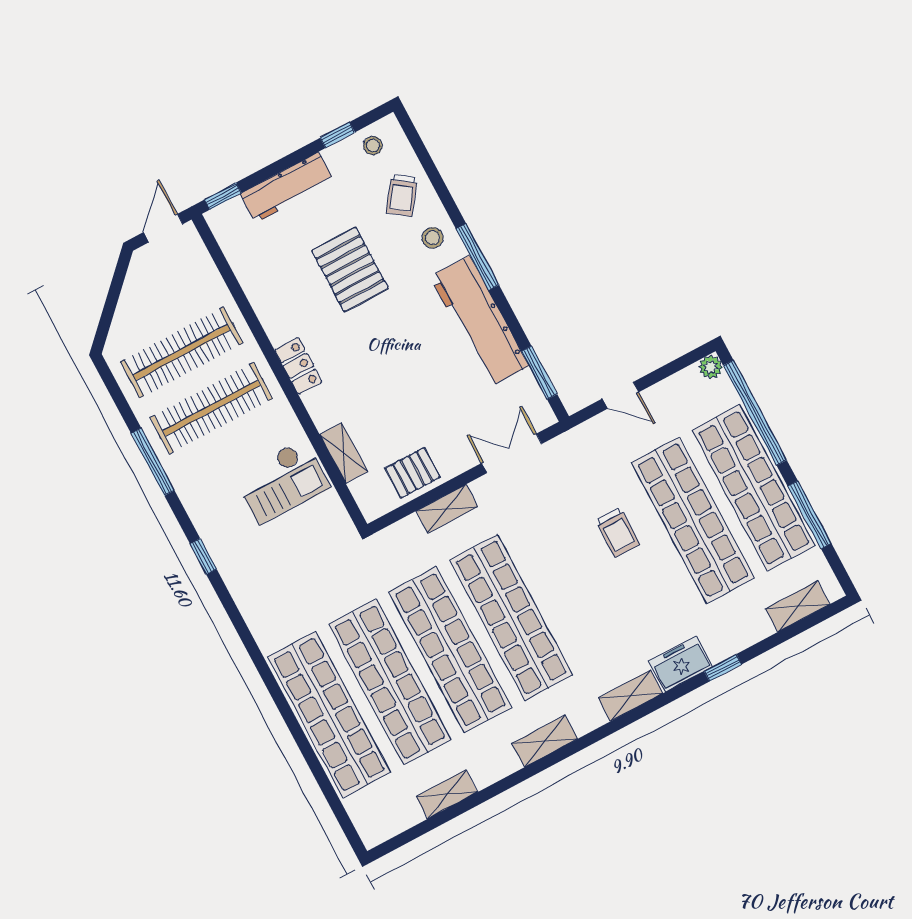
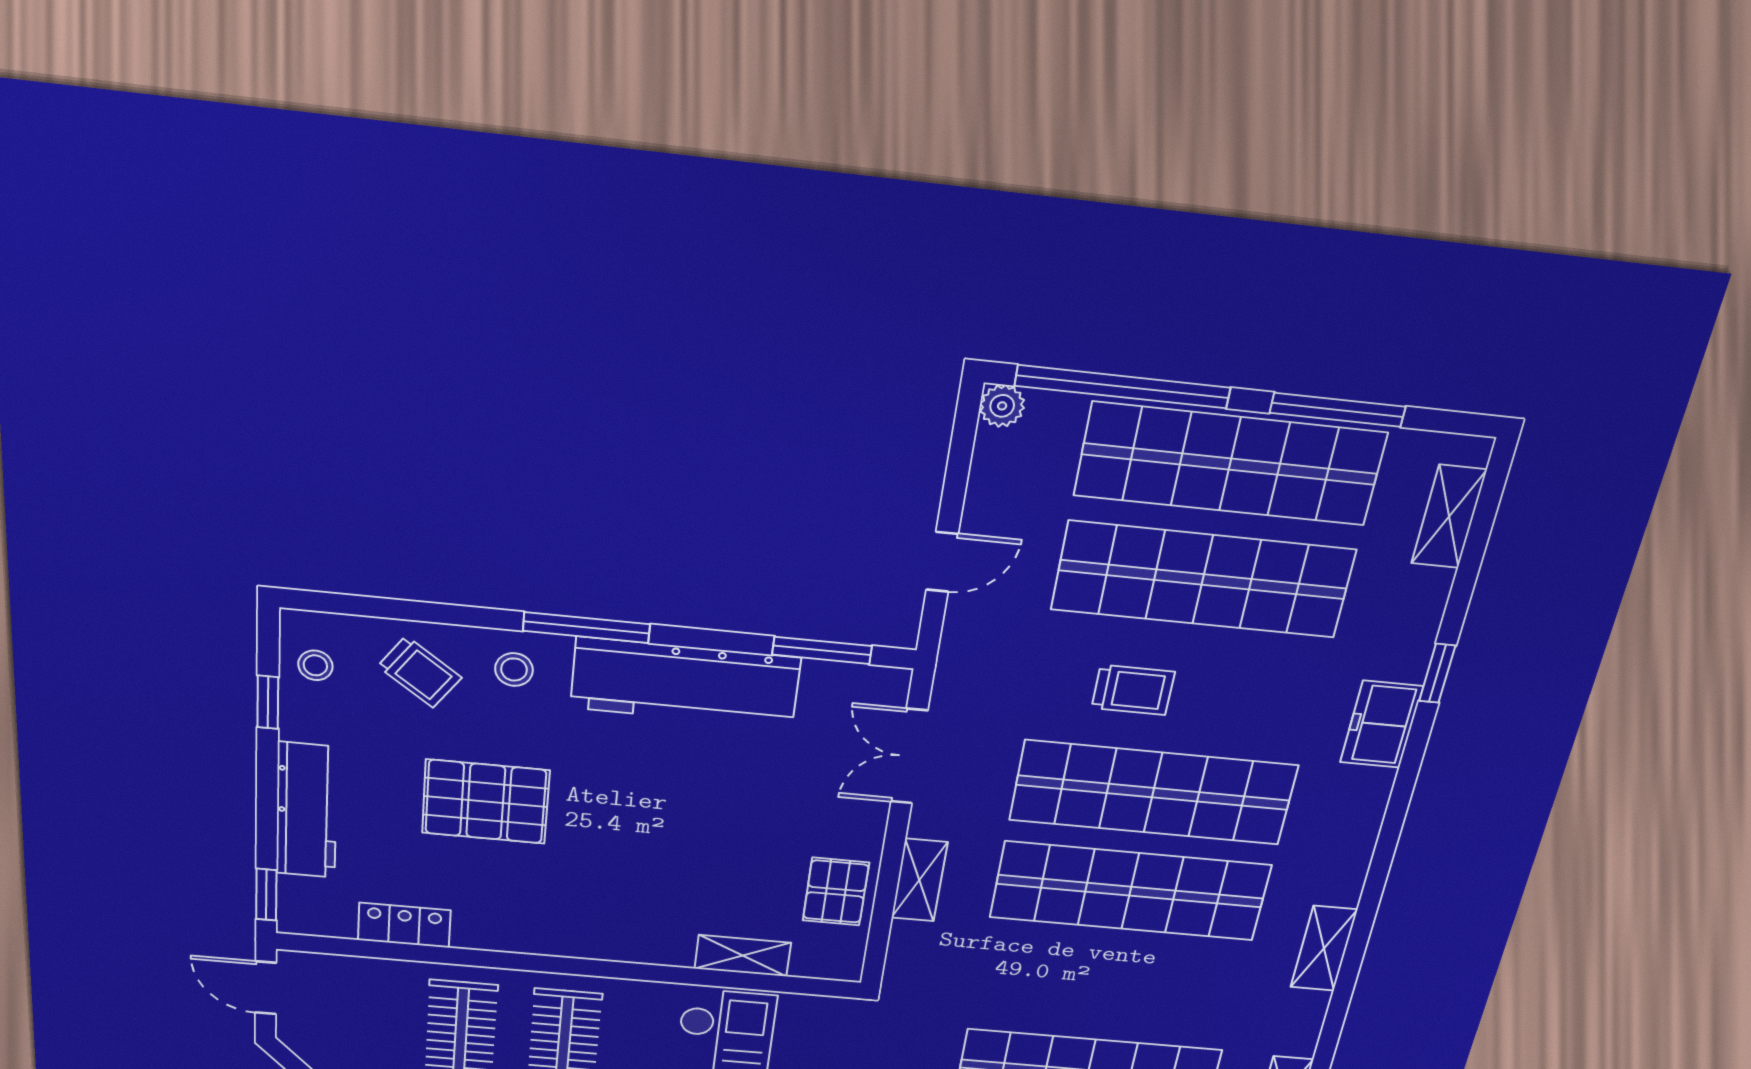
locker: (298, 366) -> (404, 925), moved
shop shelf: (450, 650) -> (1153, 793), moved
shelving: (630, 696) -> (1363, 812), removed

